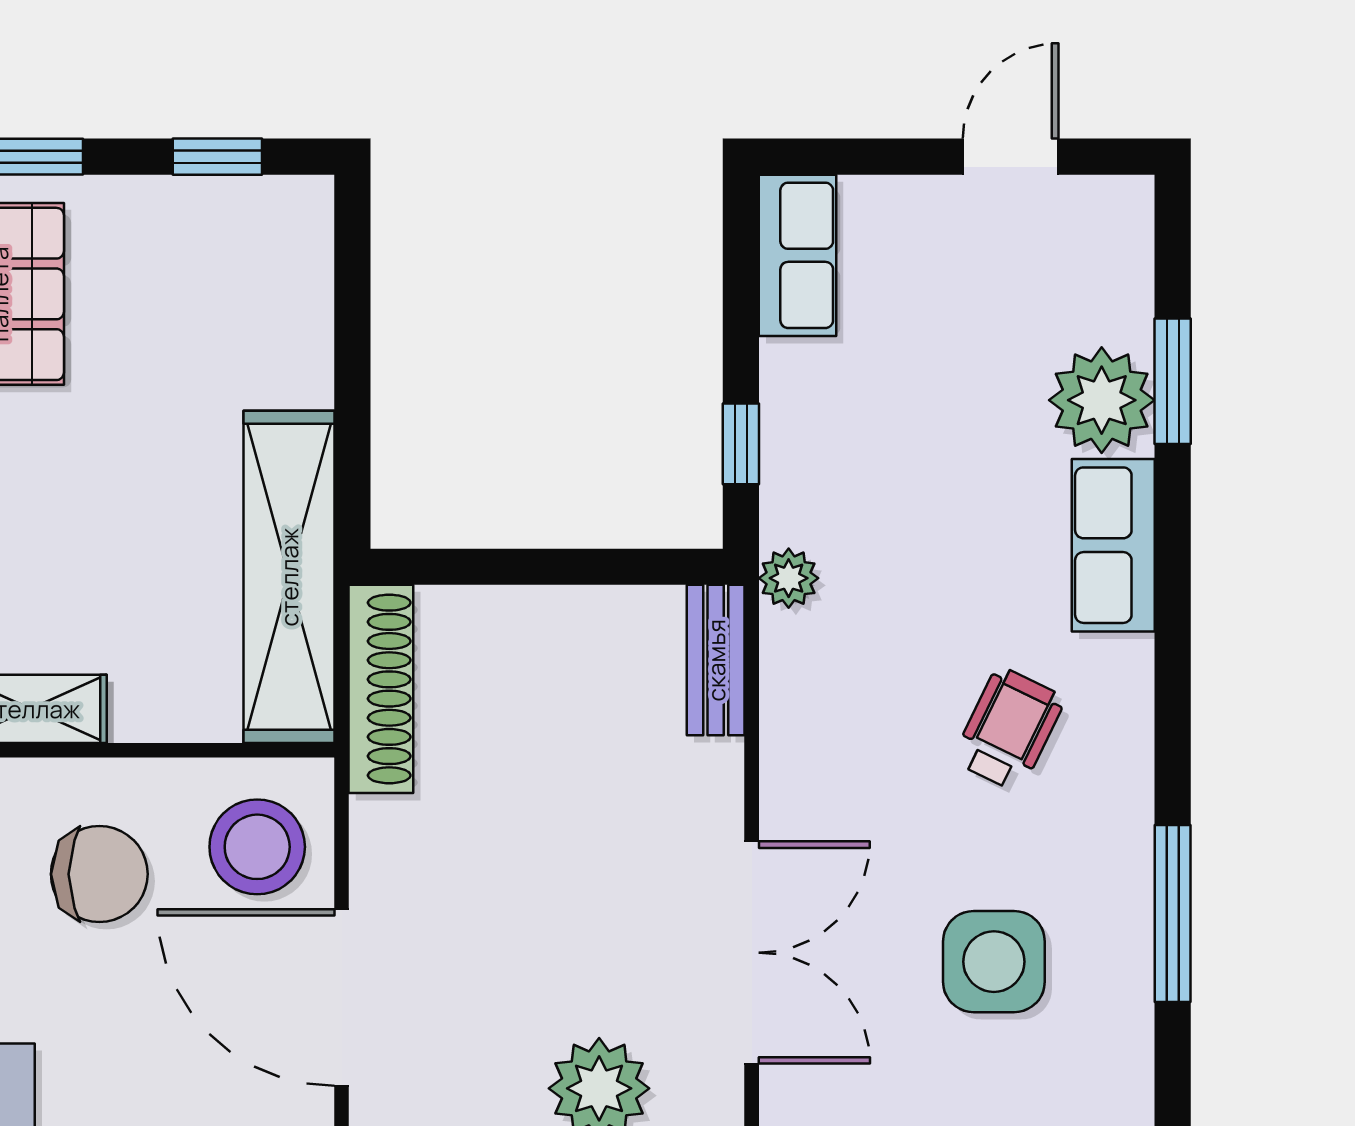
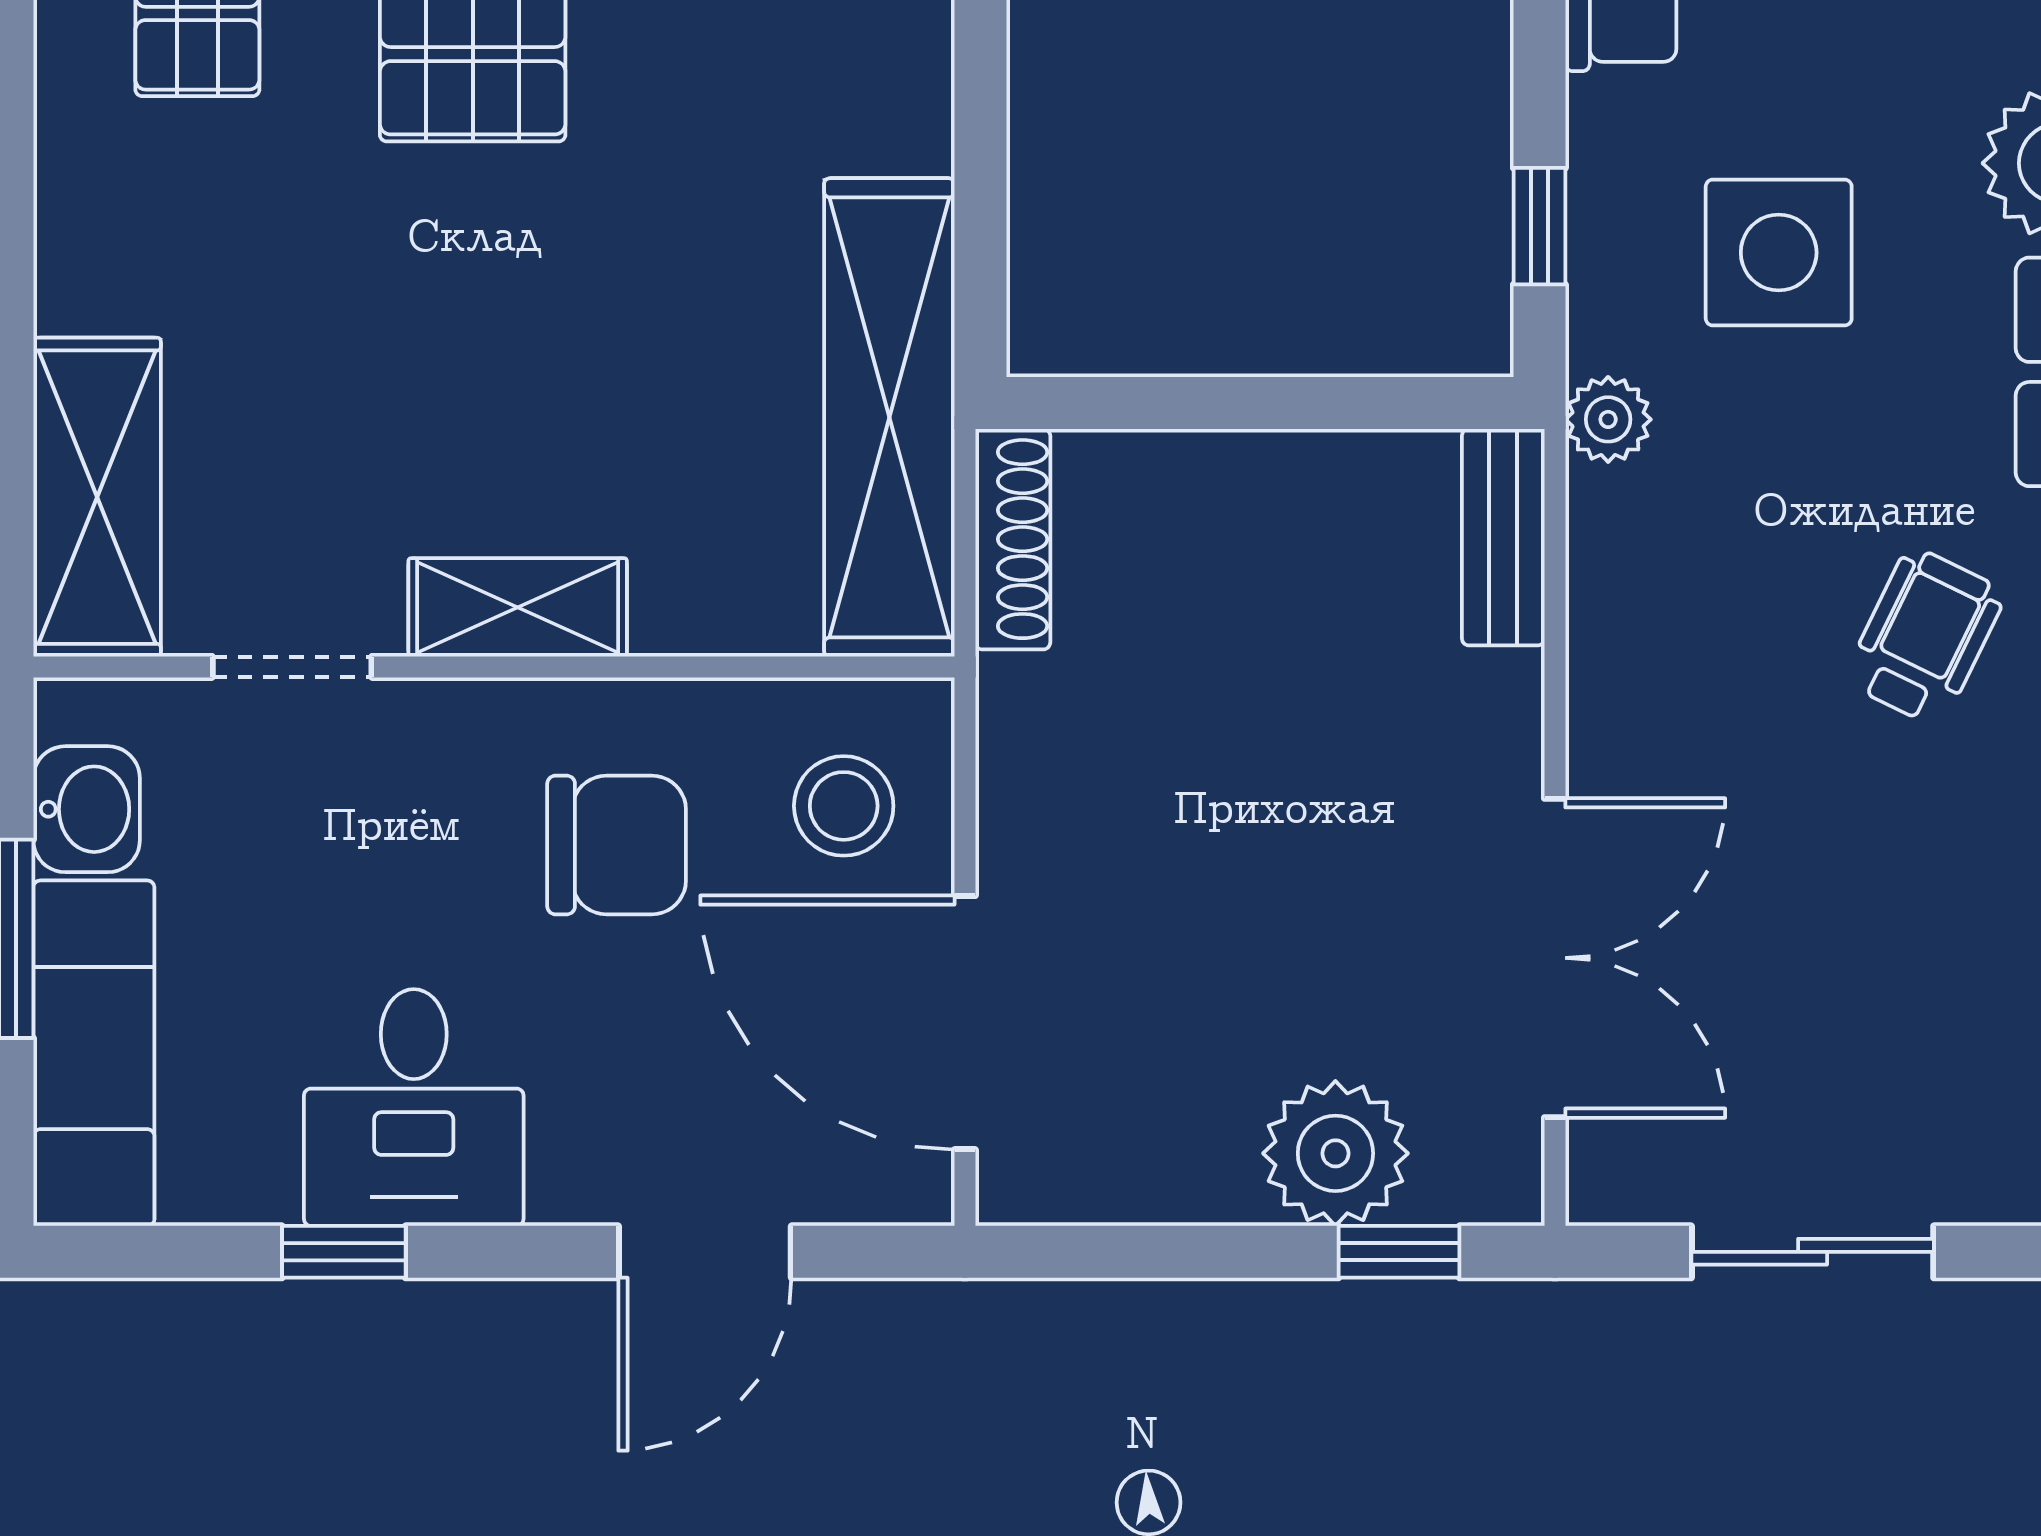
shoe rack: (381, 689) -> (1013, 539), width x0.74, depth x0.81
stool: (257, 847) -> (844, 806), width x0.73, depth x0.73
side table: (994, 962) -> (1779, 253), moved

